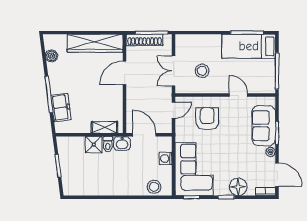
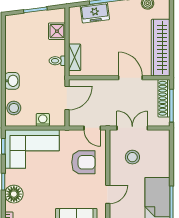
washbasin: (122, 143) -> (12, 81), moved, turned 180
shower: (94, 145) -> (57, 31), moved

